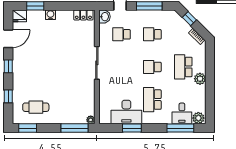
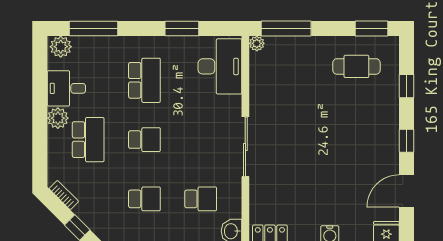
desk: (126, 112) -> (220, 66), moved, turned 90
desk: (182, 113) -> (66, 88), moved, turned -90

